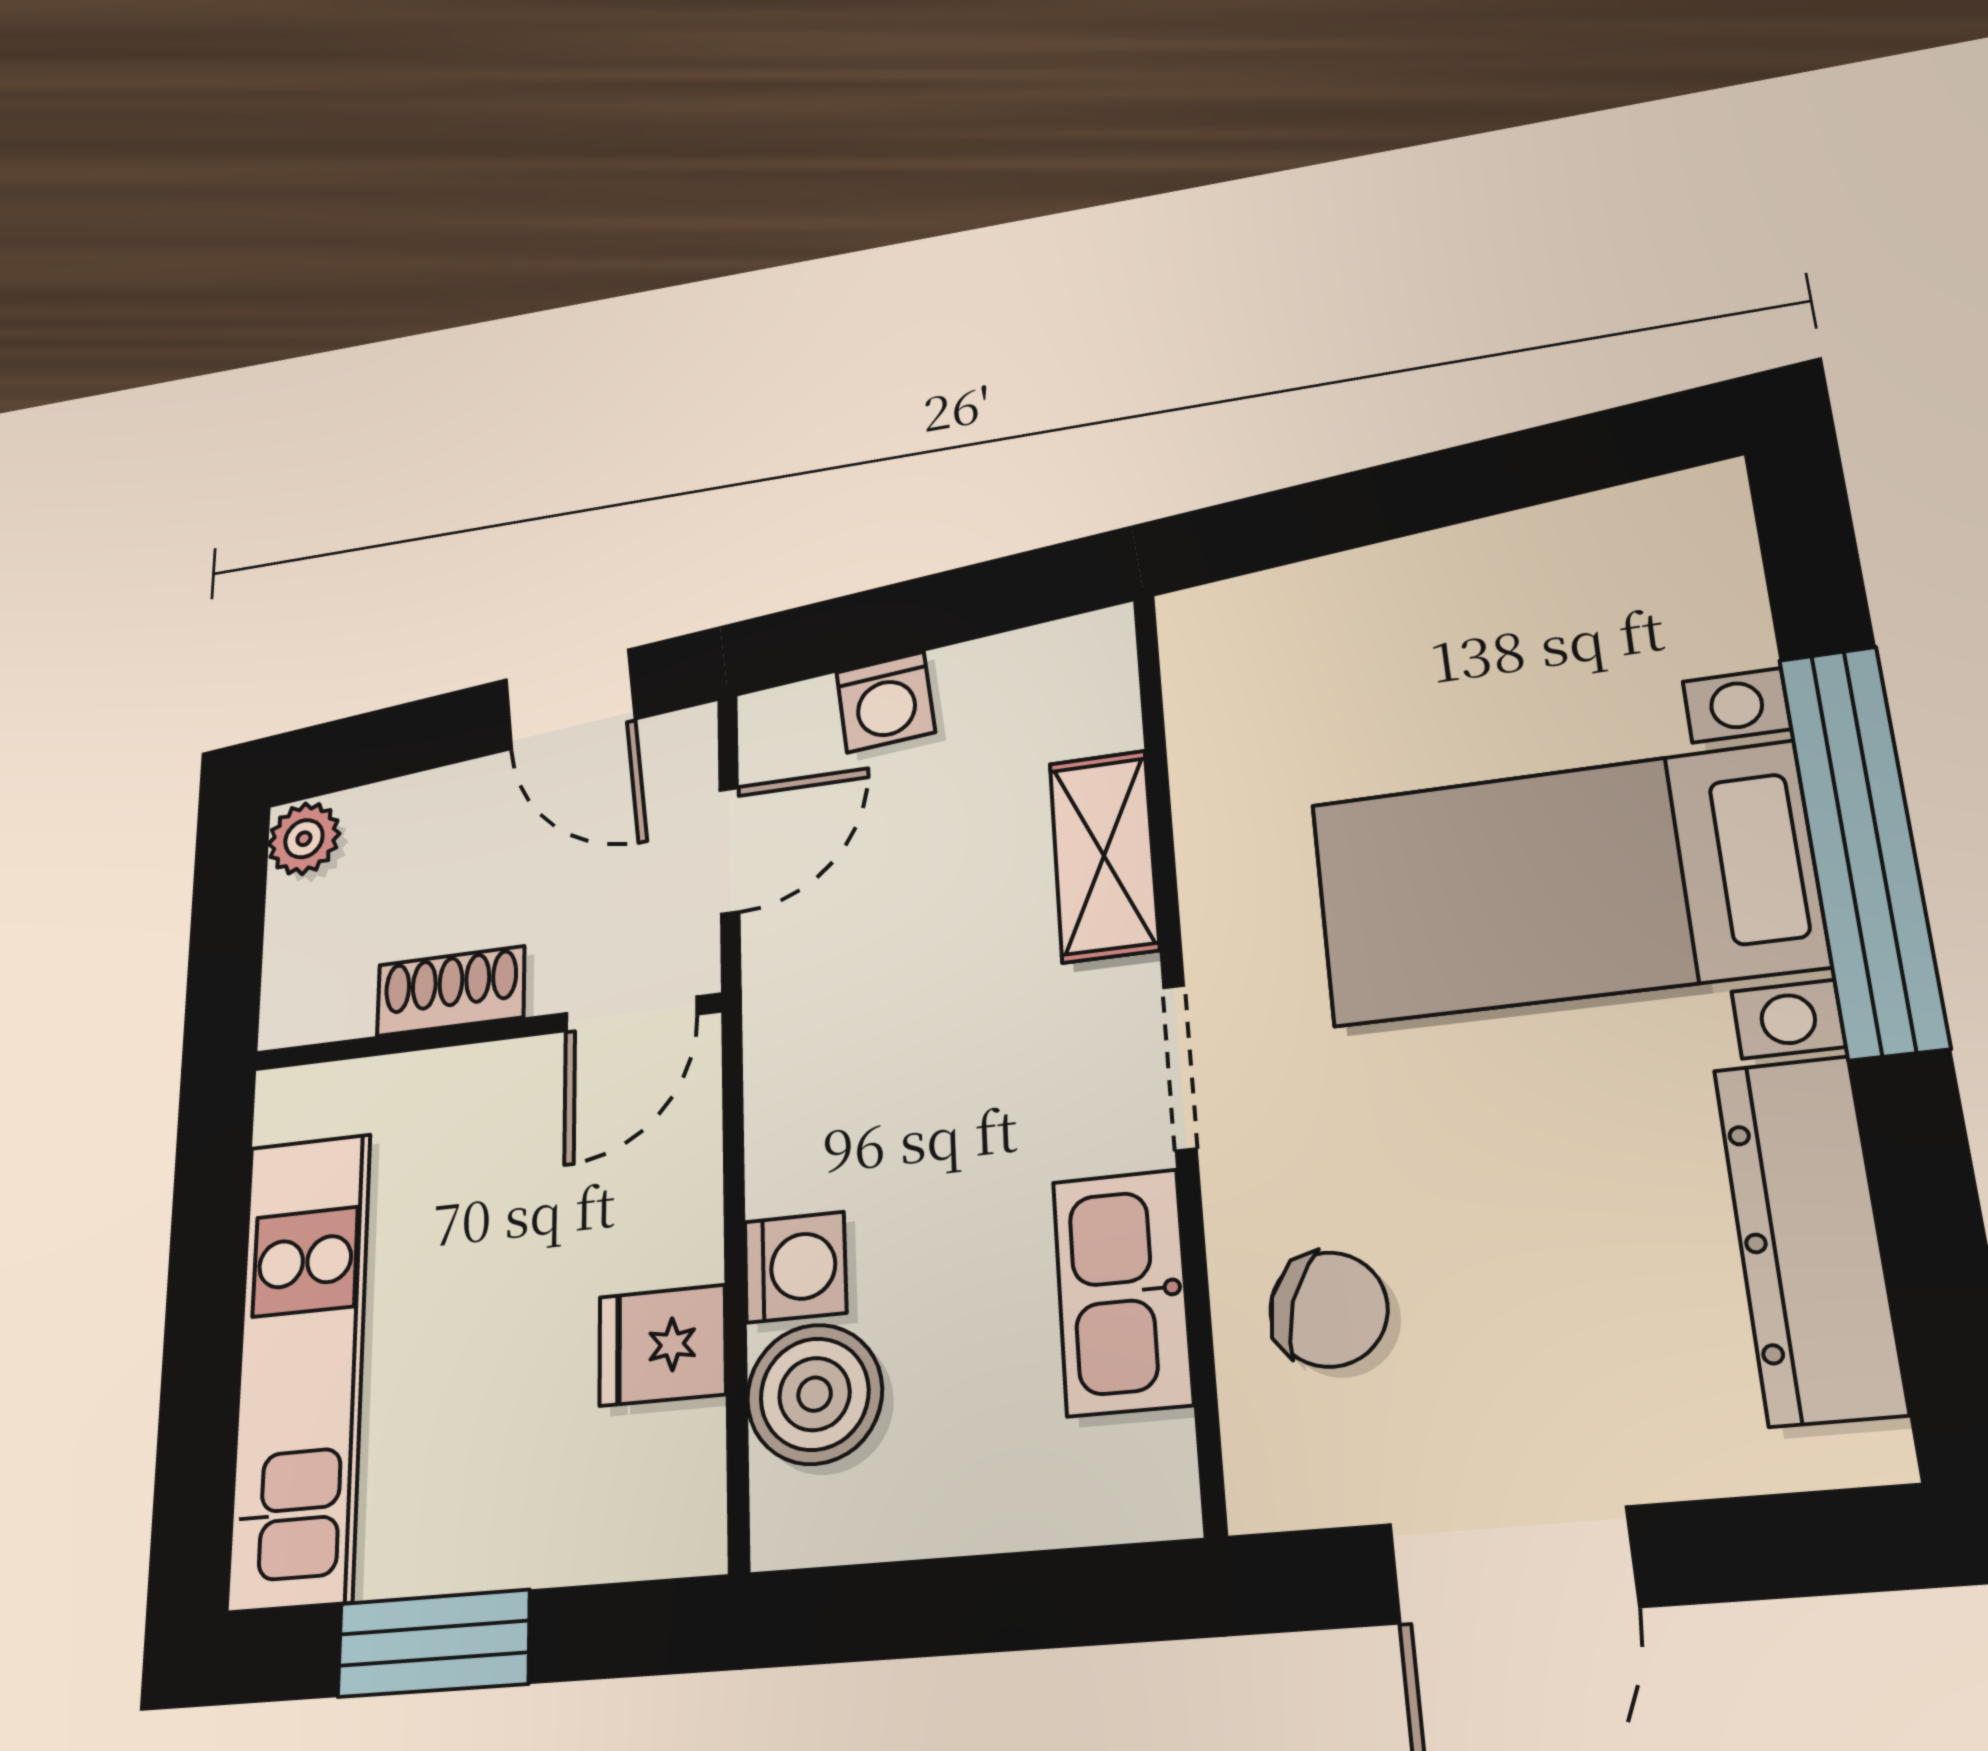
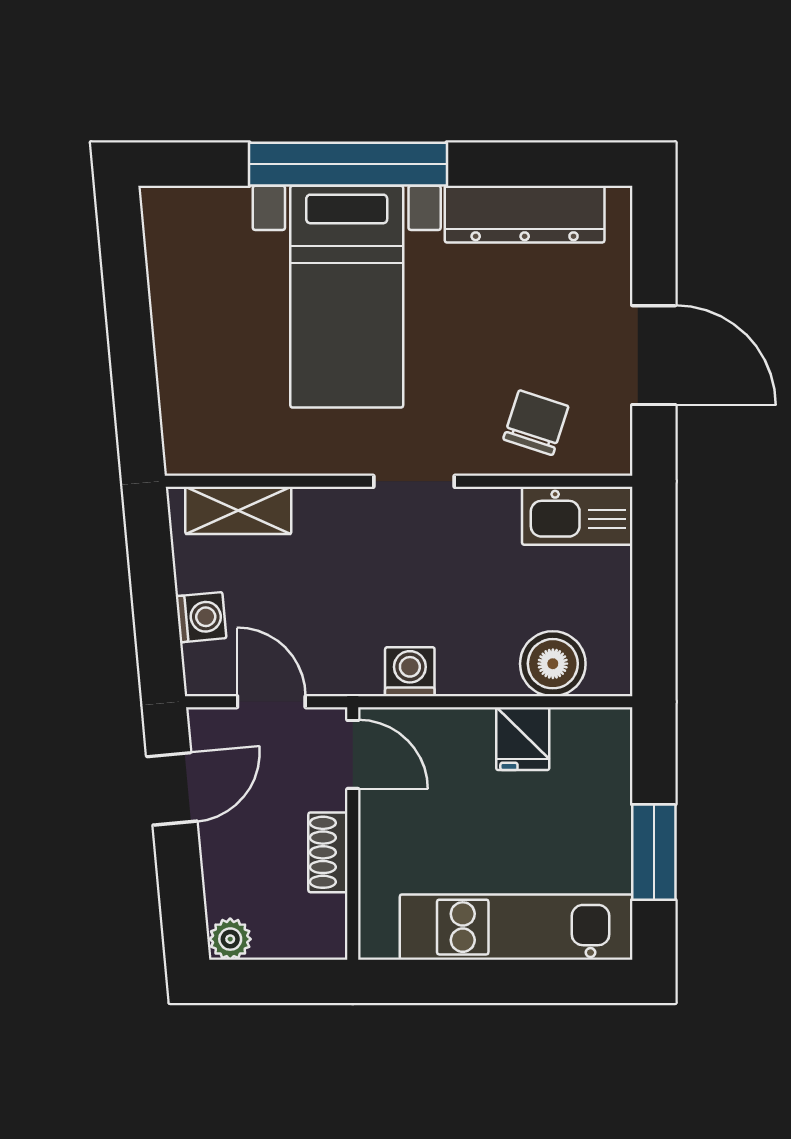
shelving: (1104, 856) -> (238, 510), moved
washing machine: (795, 1267) -> (410, 672), moved
kitchen sink: (1122, 1292) -> (577, 516), moved

